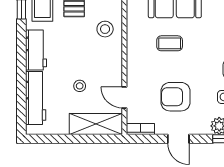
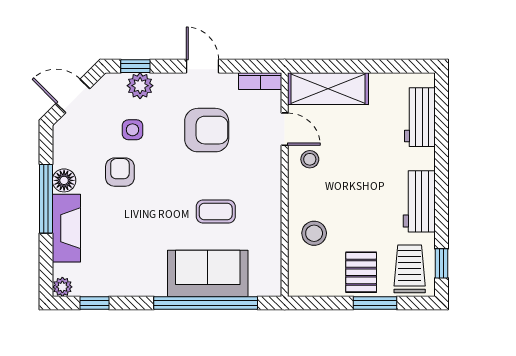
stool: (80, 86) -> (310, 159), moved
workbench: (36, 98) -> (420, 117), width x0.73

